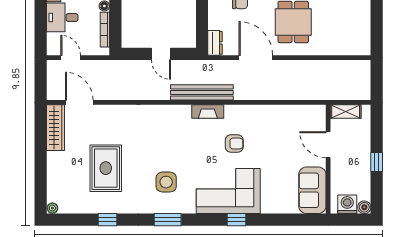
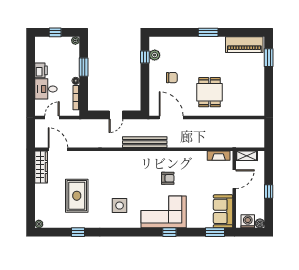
dresser: (215, 43) -> (154, 107), removed
door: (161, 54) -> (116, 115), hinge flipped
door: (71, 58) -> (52, 117), hinge flipped
door: (256, 58) -> (171, 117), moved
fireplace: (208, 112) -> (219, 156), moved
door: (328, 145) -> (234, 179), swing flipped
window: (168, 220) -> (215, 232), moved

